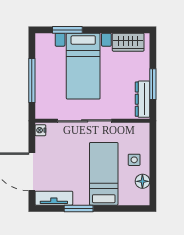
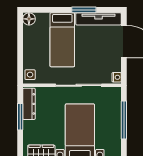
side table: (134, 160) -> (30, 75), moved
floor lamp: (142, 181) -> (29, 19), moved
tv unit: (54, 198) -> (99, 19), width x1.41

